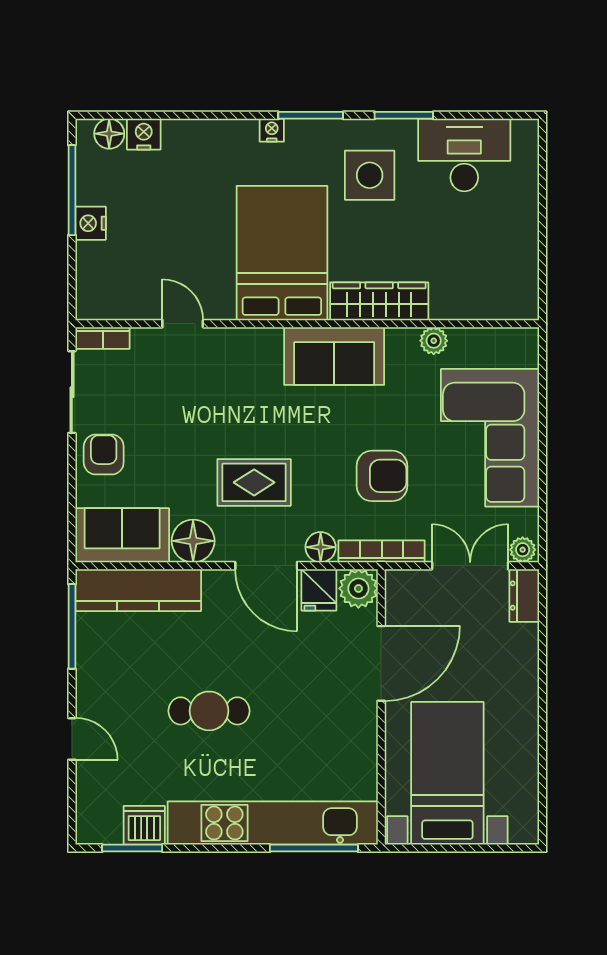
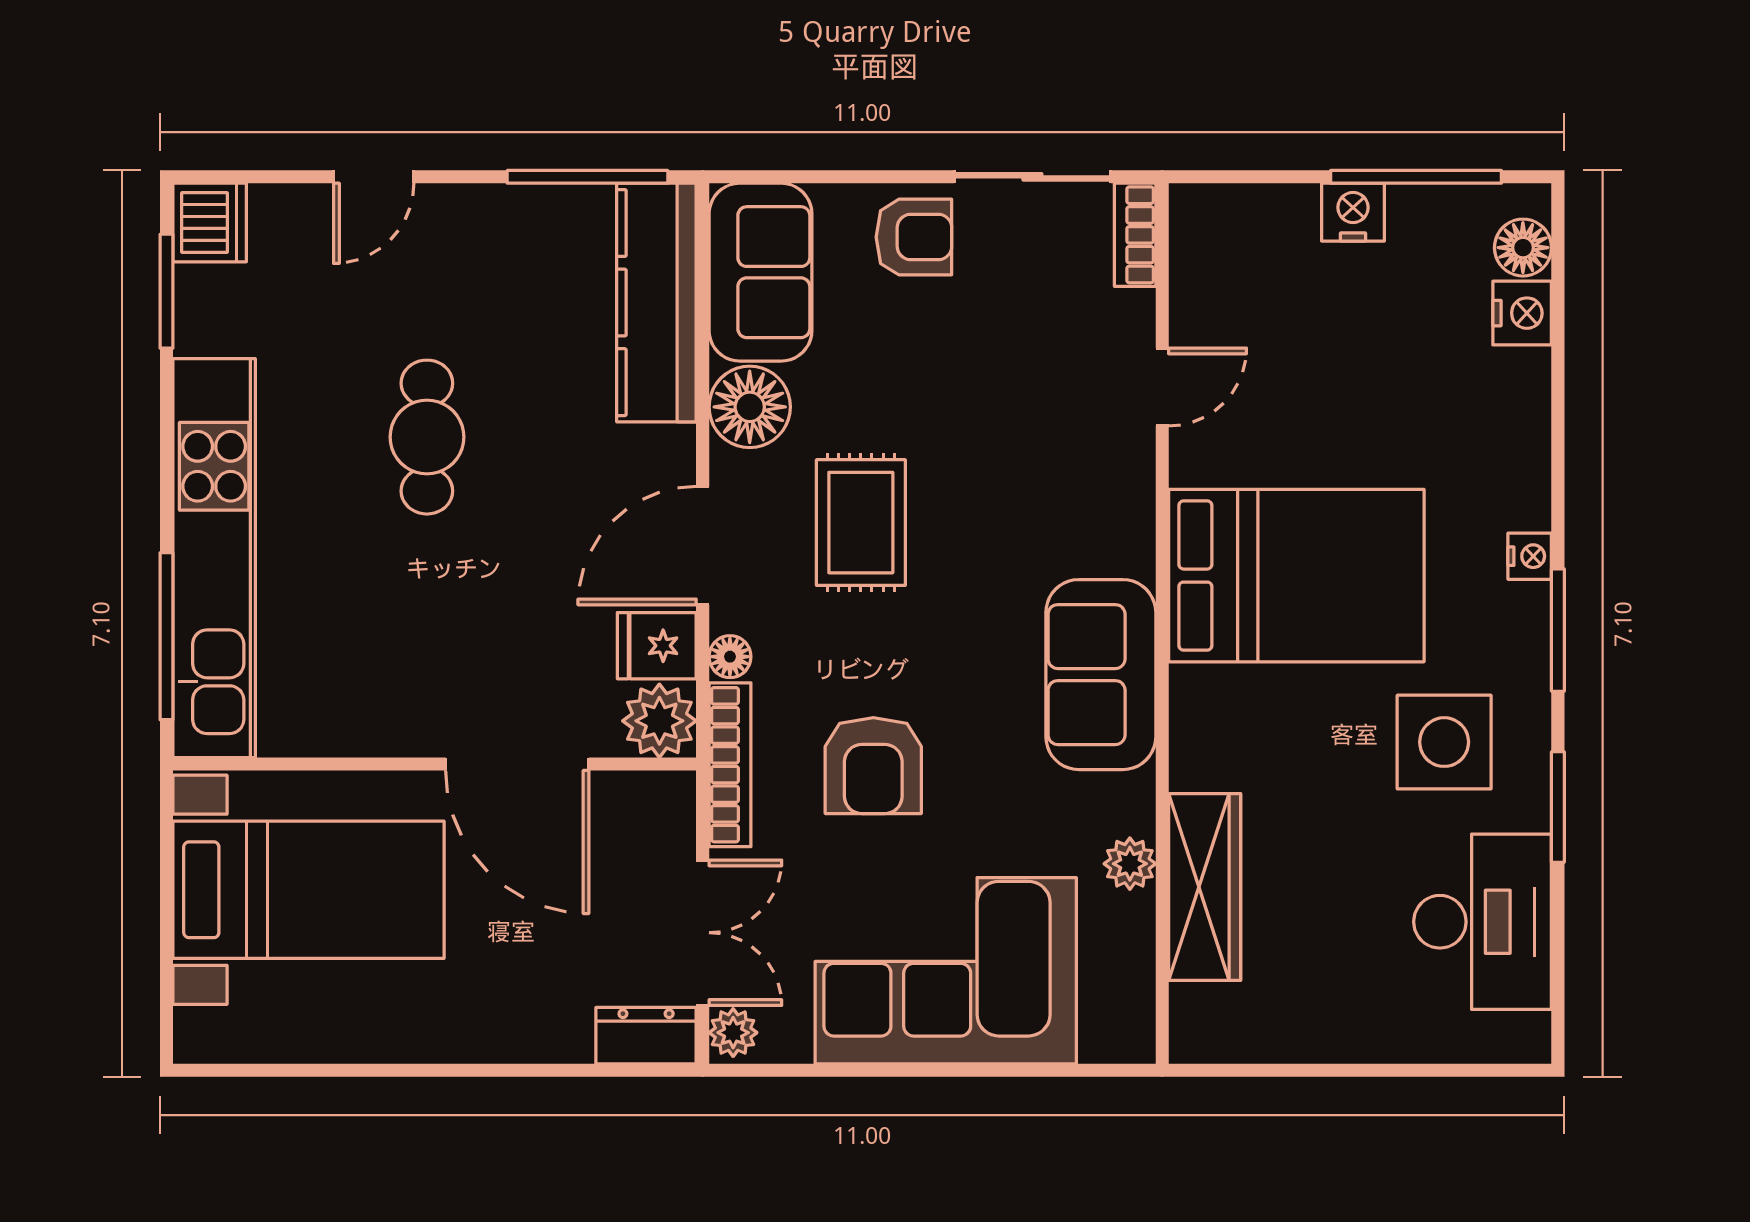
wardrobe: (379, 301) -> (1205, 887), moved
floor lamp: (321, 547) -> (730, 657), width x0.73, depth x0.73
dishwasher: (144, 825) -> (210, 222), moved

